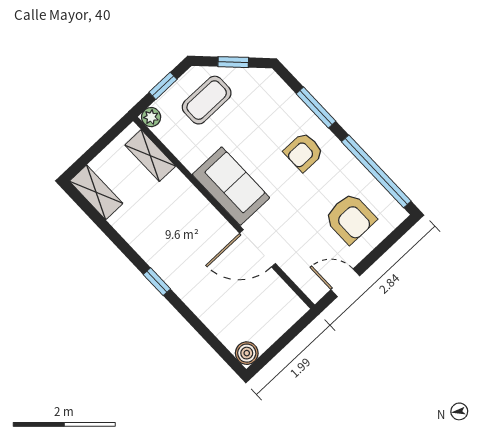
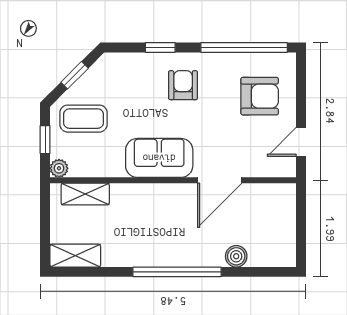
coffee table: (207, 100) -> (84, 119), turned 90
window: (316, 107) -> (160, 47), width x0.67
armchair: (304, 152) -> (183, 85), turned 180
window: (157, 282) -> (177, 272), width x3.17
boiler: (247, 353) -> (236, 256), moved

